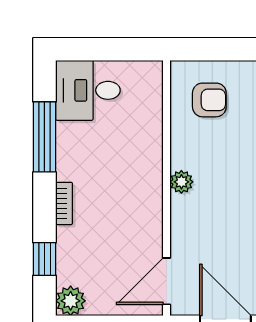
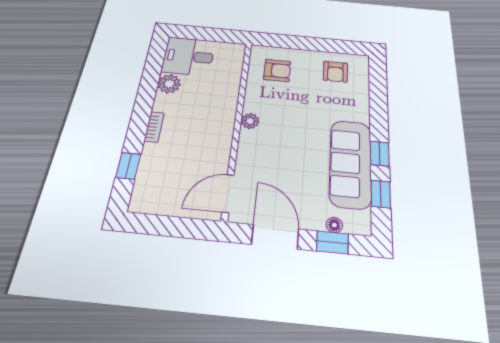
window: (44, 137) -> (150, 82), removed
plant: (71, 301) -> (169, 84), moved

